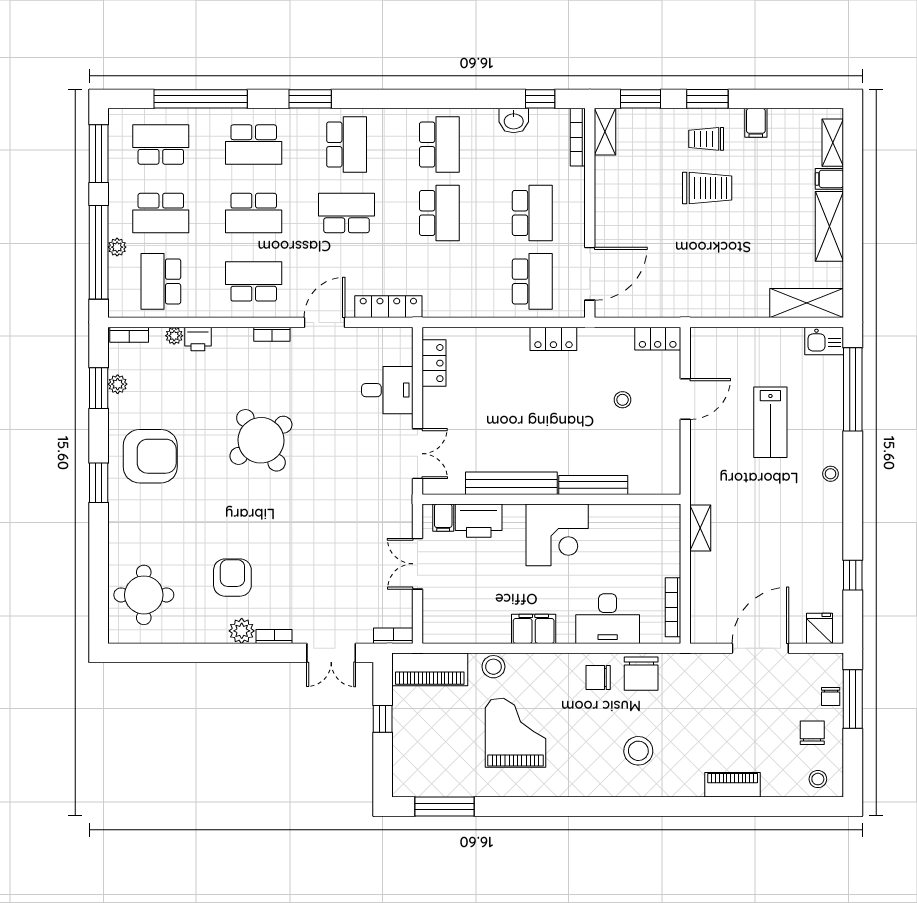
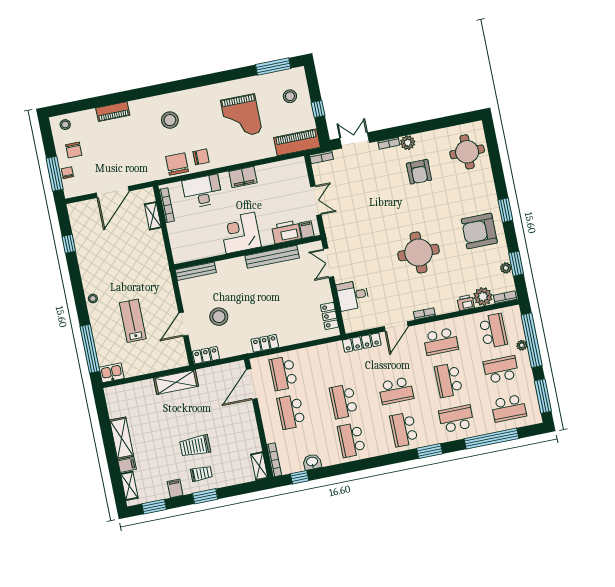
window: (641, 99) -> (154, 507), moved
school desk: (254, 213) -> (449, 380), turned -90
shelving: (807, 303) -> (176, 382), moved
plant: (174, 336) -> (483, 297), width x1.88, depth x1.88
stool: (623, 400) -> (219, 317), width x1.89, depth x1.89
round table: (261, 440) -> (418, 253), turned 35
bench: (593, 485) -> (196, 271), moved
shelving: (700, 528) -> (153, 216), moved
fridge: (820, 628) -> (81, 210), removed
stool: (493, 667) -> (290, 96), moved

